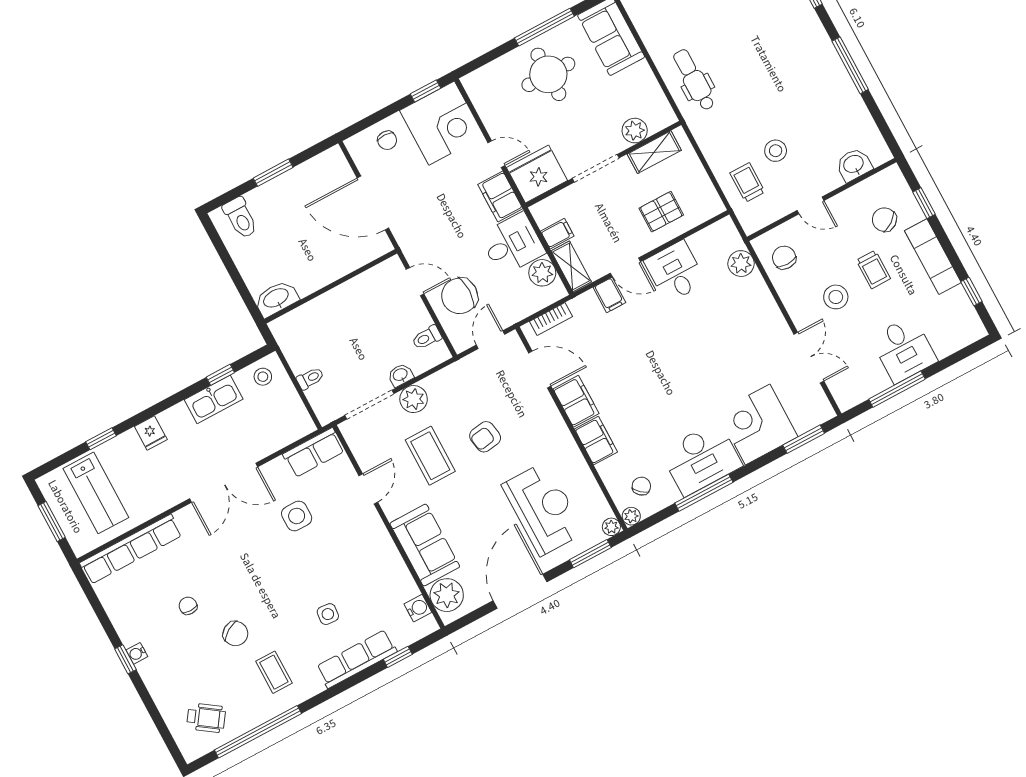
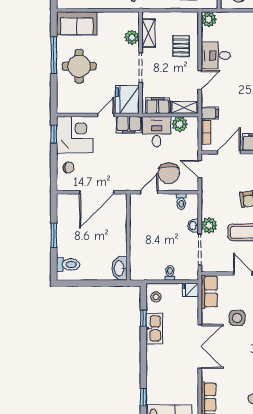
filing cabinet: (557, 234) -> (158, 106), width x2.00
plant: (741, 264) -> (209, 19), moved
filing cabinet: (609, 295) -> (210, 113), moved
fridge: (151, 433) -> (190, 290), moved, turned 180

